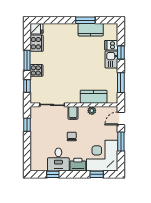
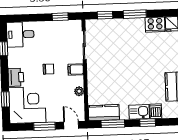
cooker: (37, 70) -> (123, 26), removed
kitchen counter: (94, 97) -> (104, 113), moved, turned -90
desk: (58, 160) -> (20, 34), moved

